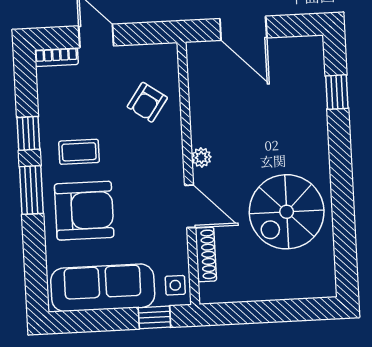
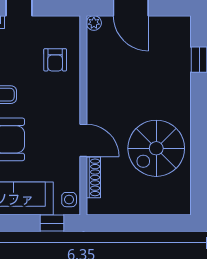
armchair: (147, 102) -> (55, 60), turned -35
plant: (201, 157) -> (94, 23), moved

